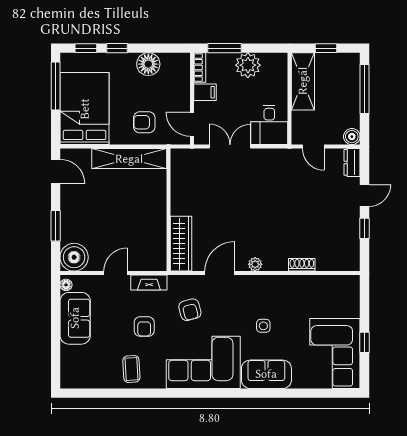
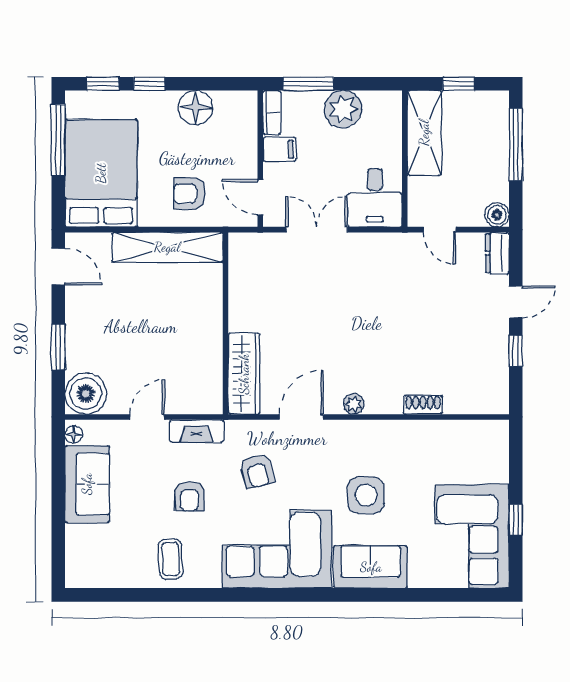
side table: (263, 326) -> (366, 495), width x1.87, depth x1.87

